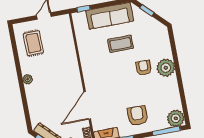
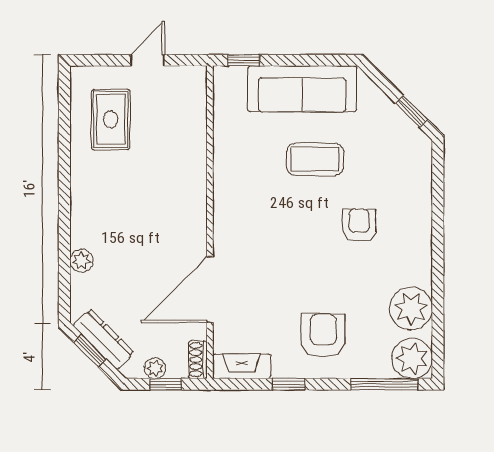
window: (147, 10) -> (412, 111), moved
plant: (166, 68) -> (411, 309), moved
plant: (28, 79) -> (81, 261), moved

